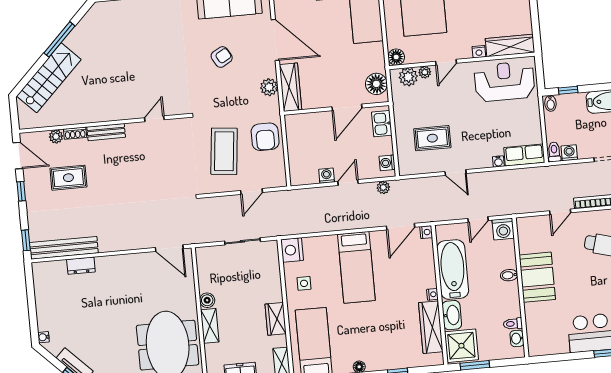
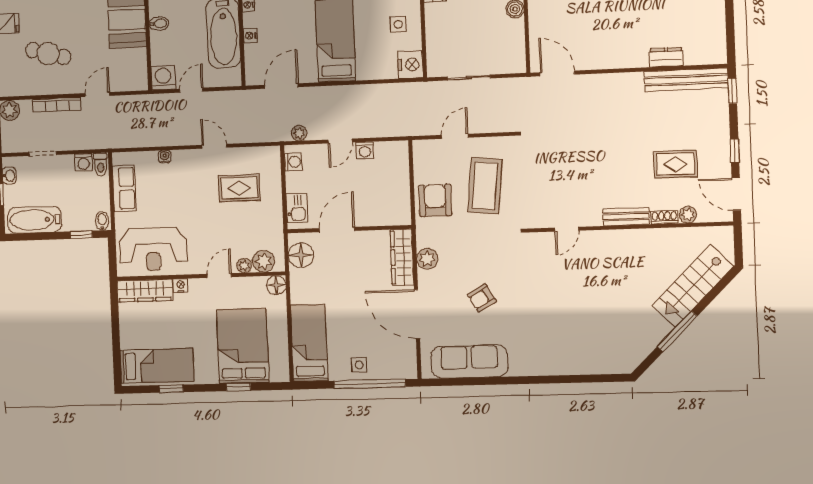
row of seats: (524, 155) -> (124, 188), moved, turned -90
nightstand: (426, 232) -> (250, 36), moved

